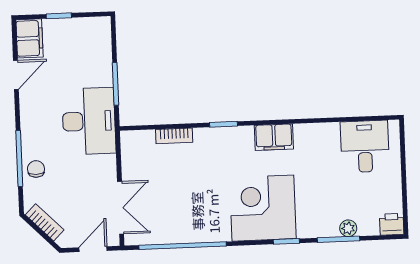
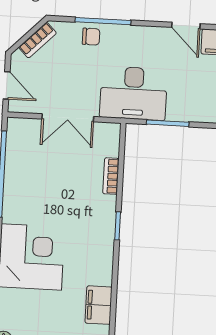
filing cabinet: (274, 137) -> (99, 305), moved
double door: (121, 208) -> (68, 118), moved

